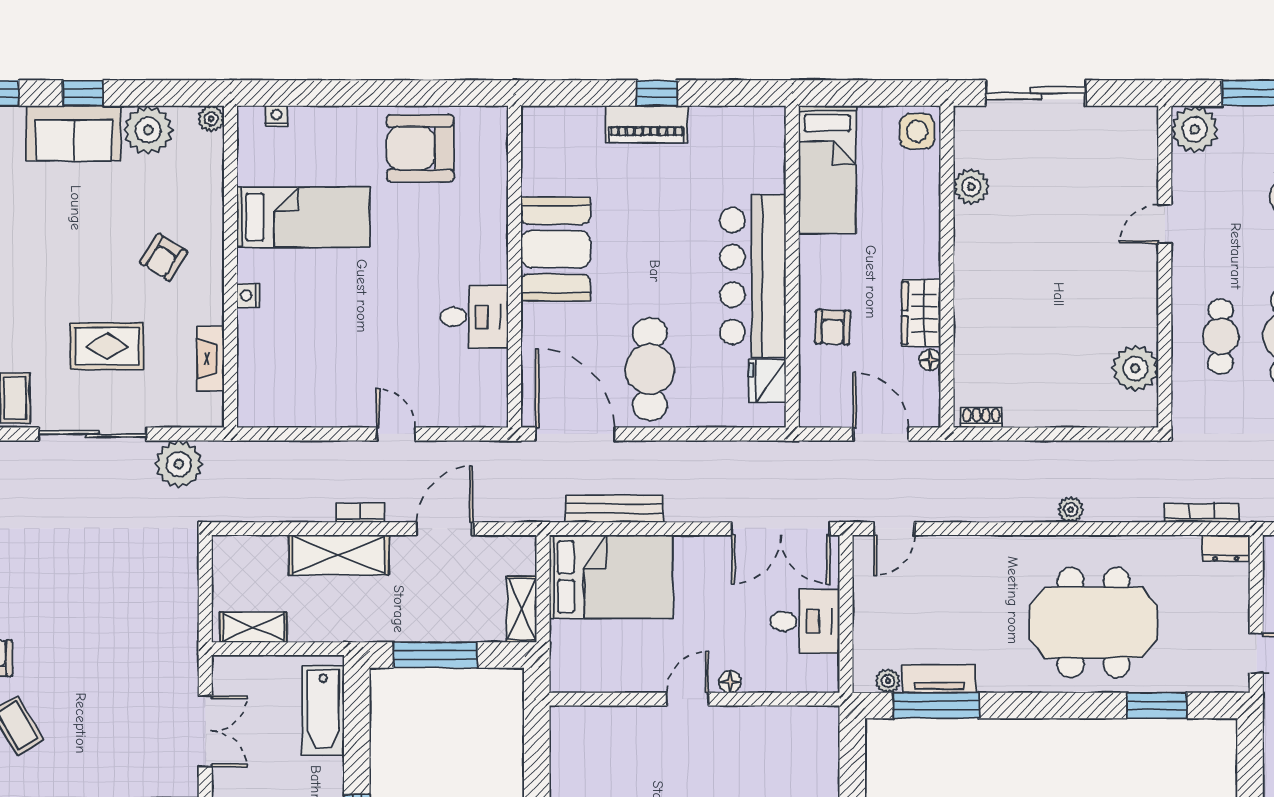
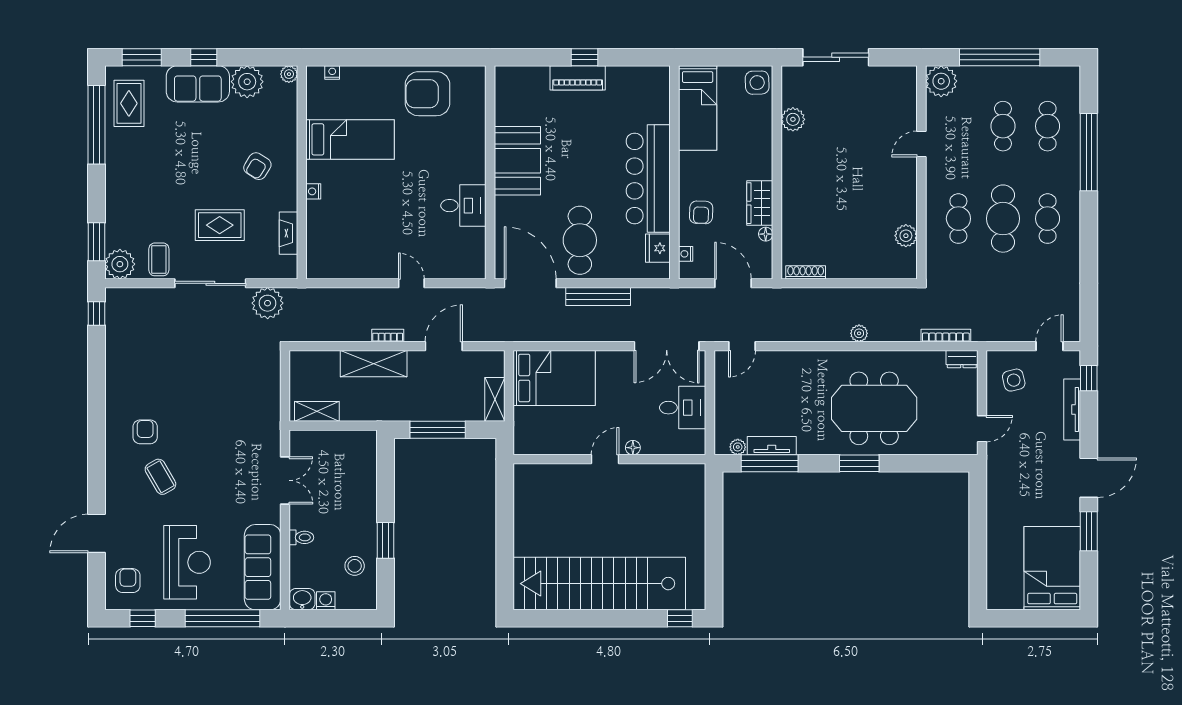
plant: (1135, 368) -> (906, 236), width x0.73, depth x0.73
nightstand: (809, 390) -> (686, 254), added
shoe rack: (981, 418) -> (806, 272), width x1.43
bench: (615, 509) -> (598, 296), moved
window: (1157, 705) -> (859, 463), moved
bathtub: (323, 710) -> (363, 467), removed

